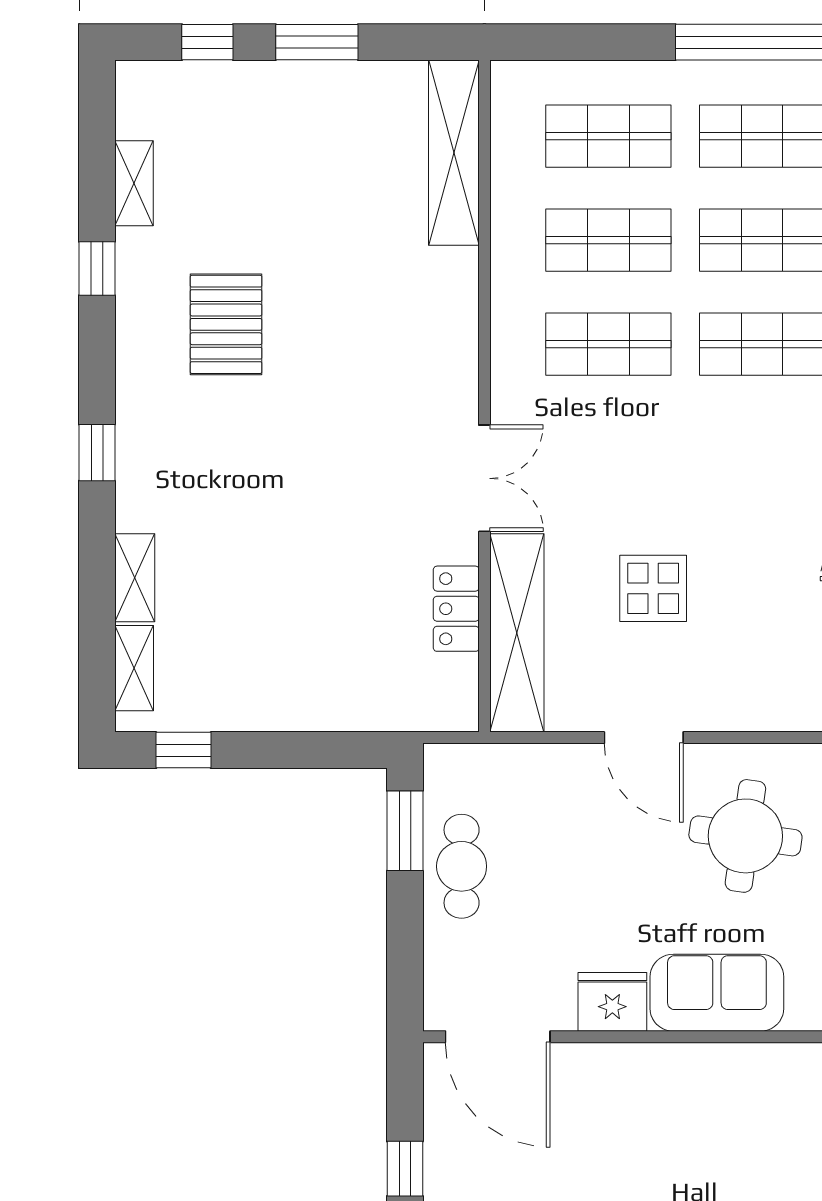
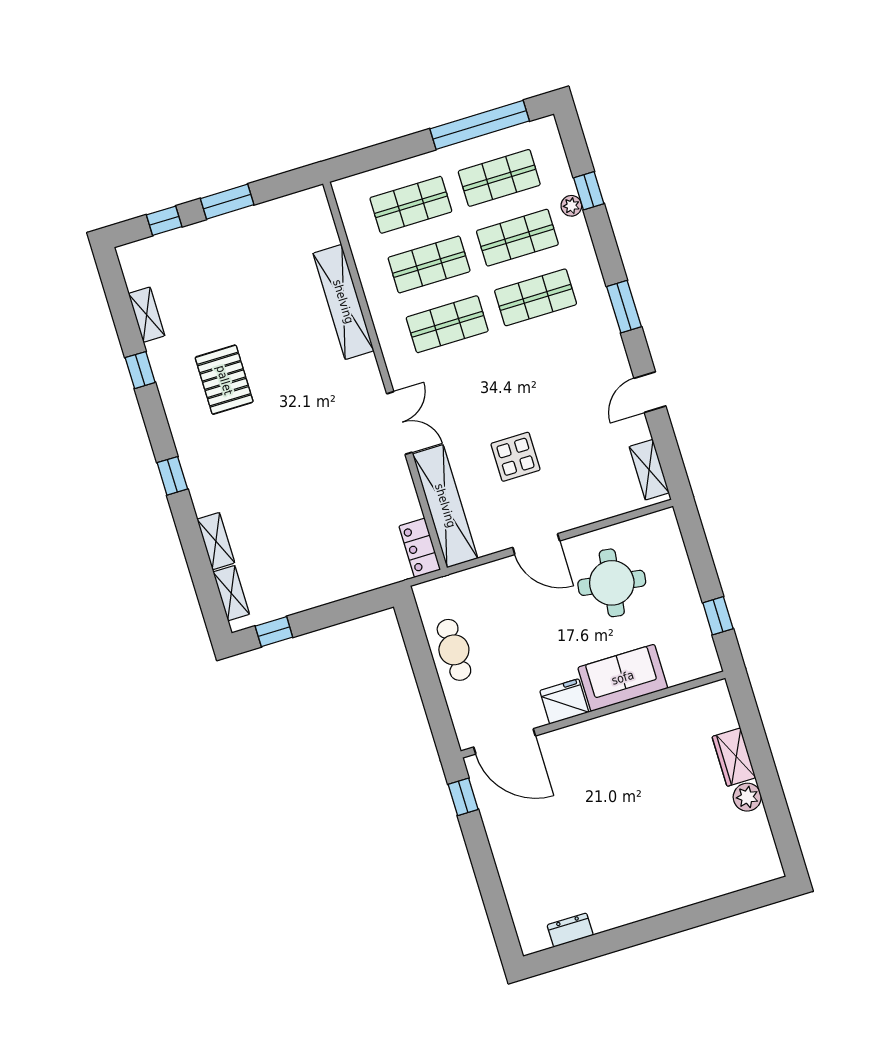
shelving: (454, 153) -> (343, 302), moved
locker: (456, 609) -> (420, 548), moved
window: (405, 831) -> (415, 639), removed
window: (405, 1169) -> (463, 797), moved

